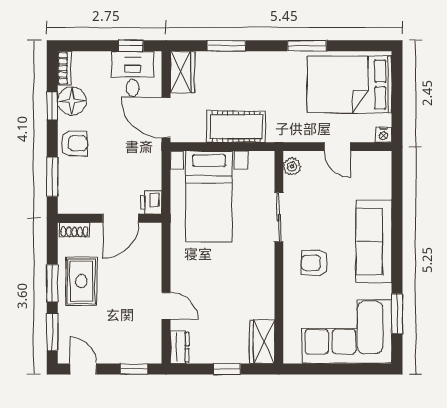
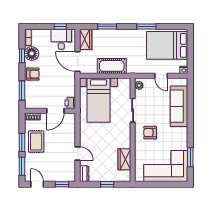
sofa: (374, 241) -> (179, 106), moved
wardrobe: (262, 342) -> (124, 159), moved

